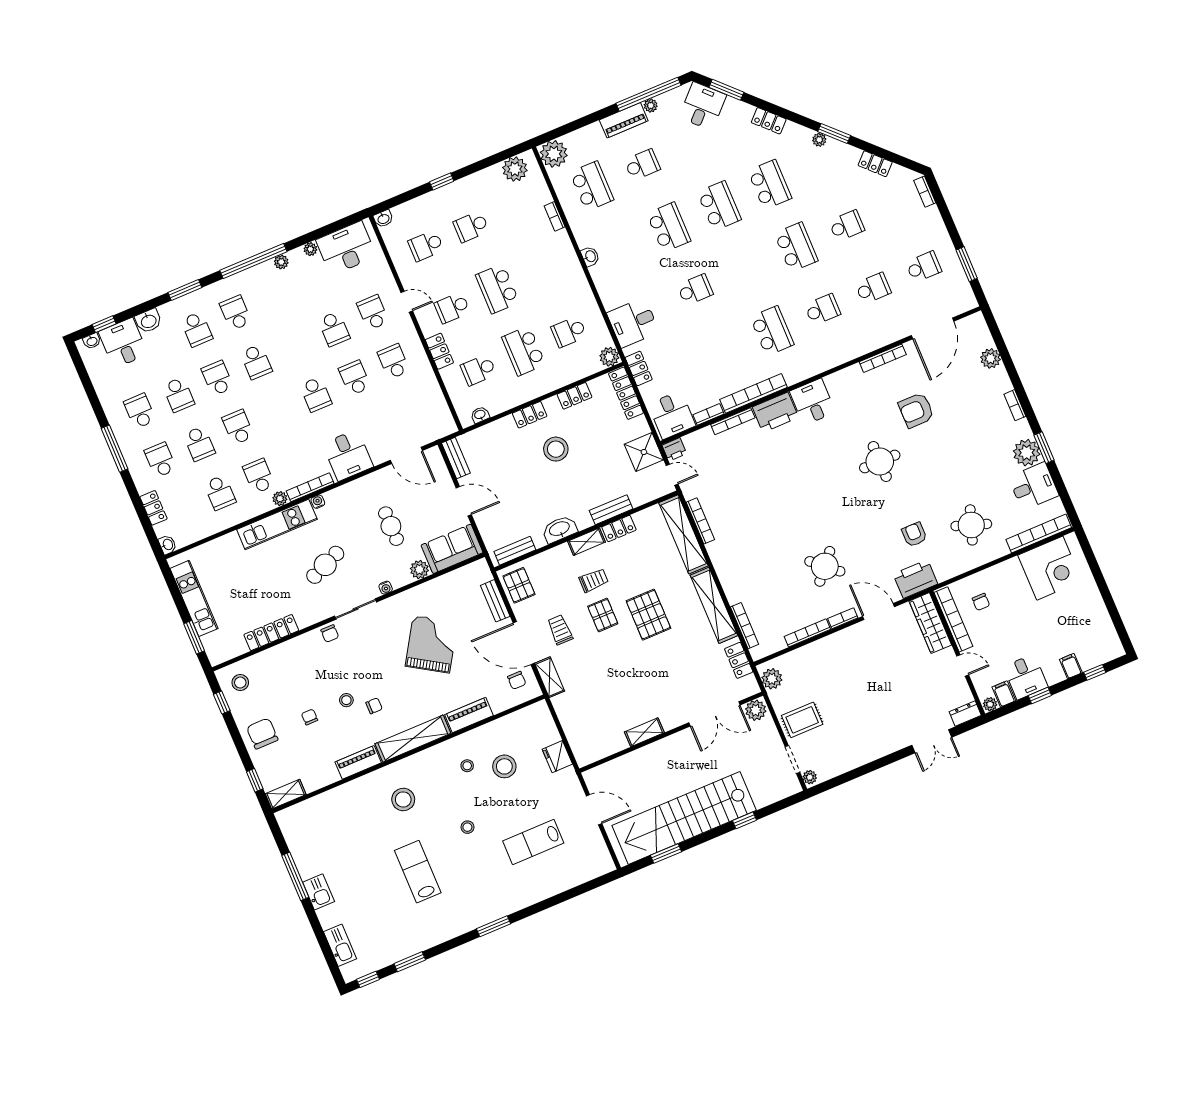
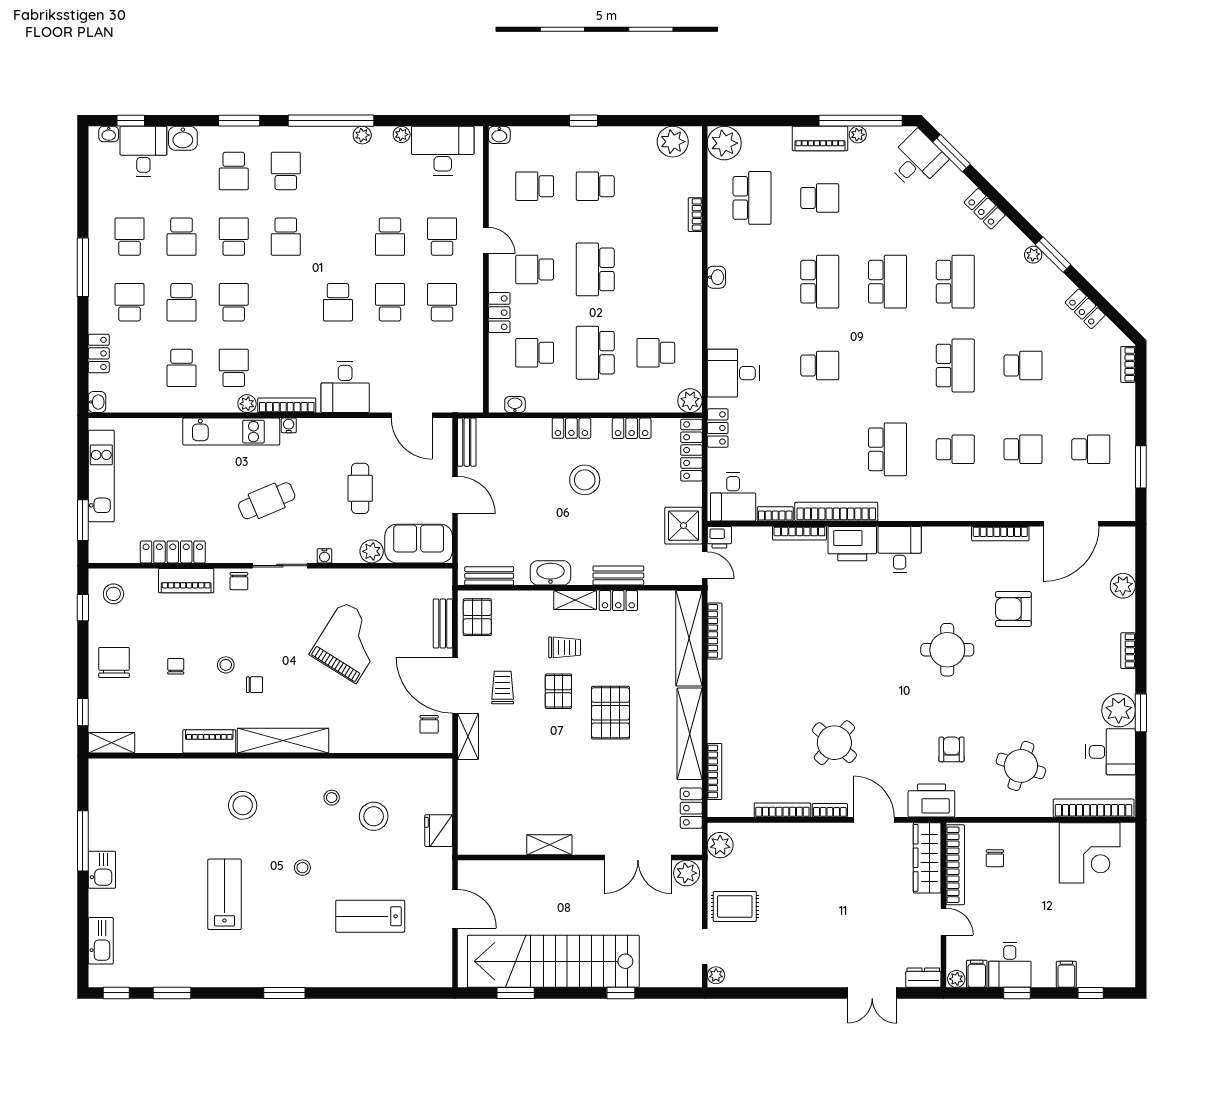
piano: (469, 715) -> (186, 581), moved, turned 180

